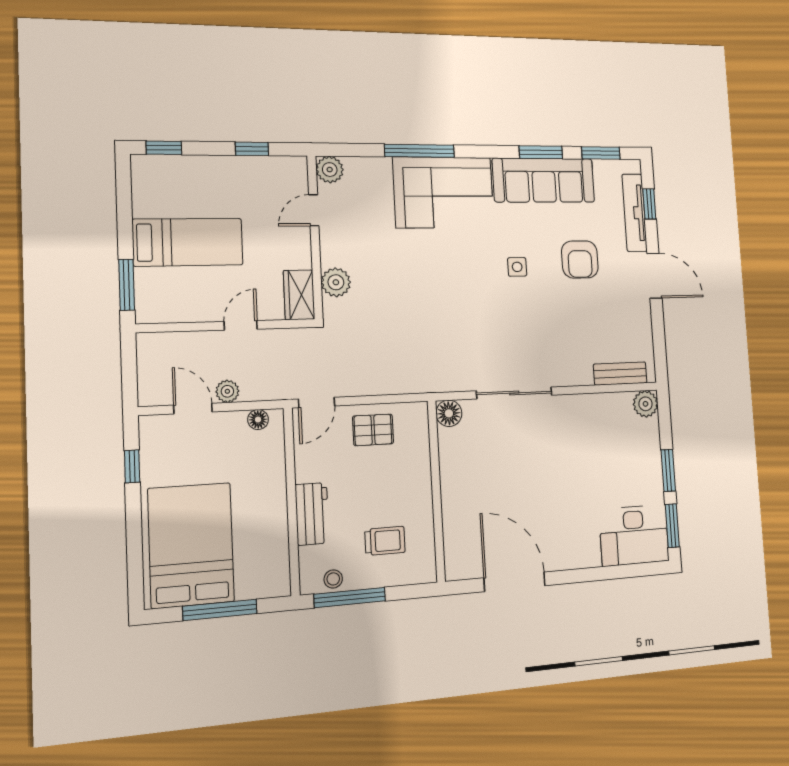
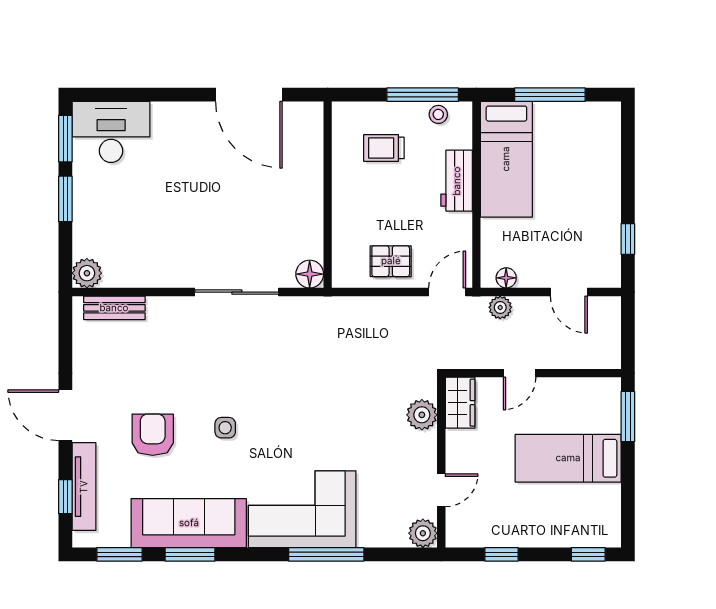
plant: (227, 391) -> (500, 307), moved
bed: (191, 545) -> (506, 159), moved, width x0.67

